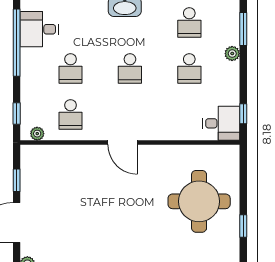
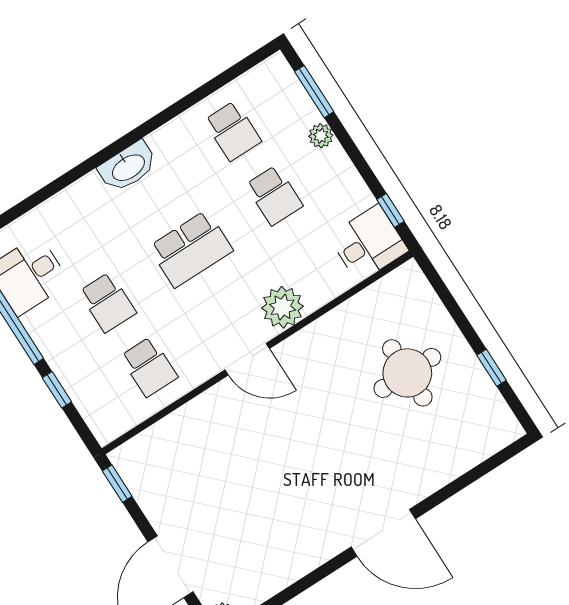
school desk: (130, 68) -> (191, 249), width x1.85
window: (17, 114) -> (57, 390), moved
plant: (37, 134) -> (283, 307), moved, width x1.87, depth x1.87
window: (17, 180) -> (117, 484), moved
round table: (199, 201) -> (407, 373), width x0.73, depth x0.73

